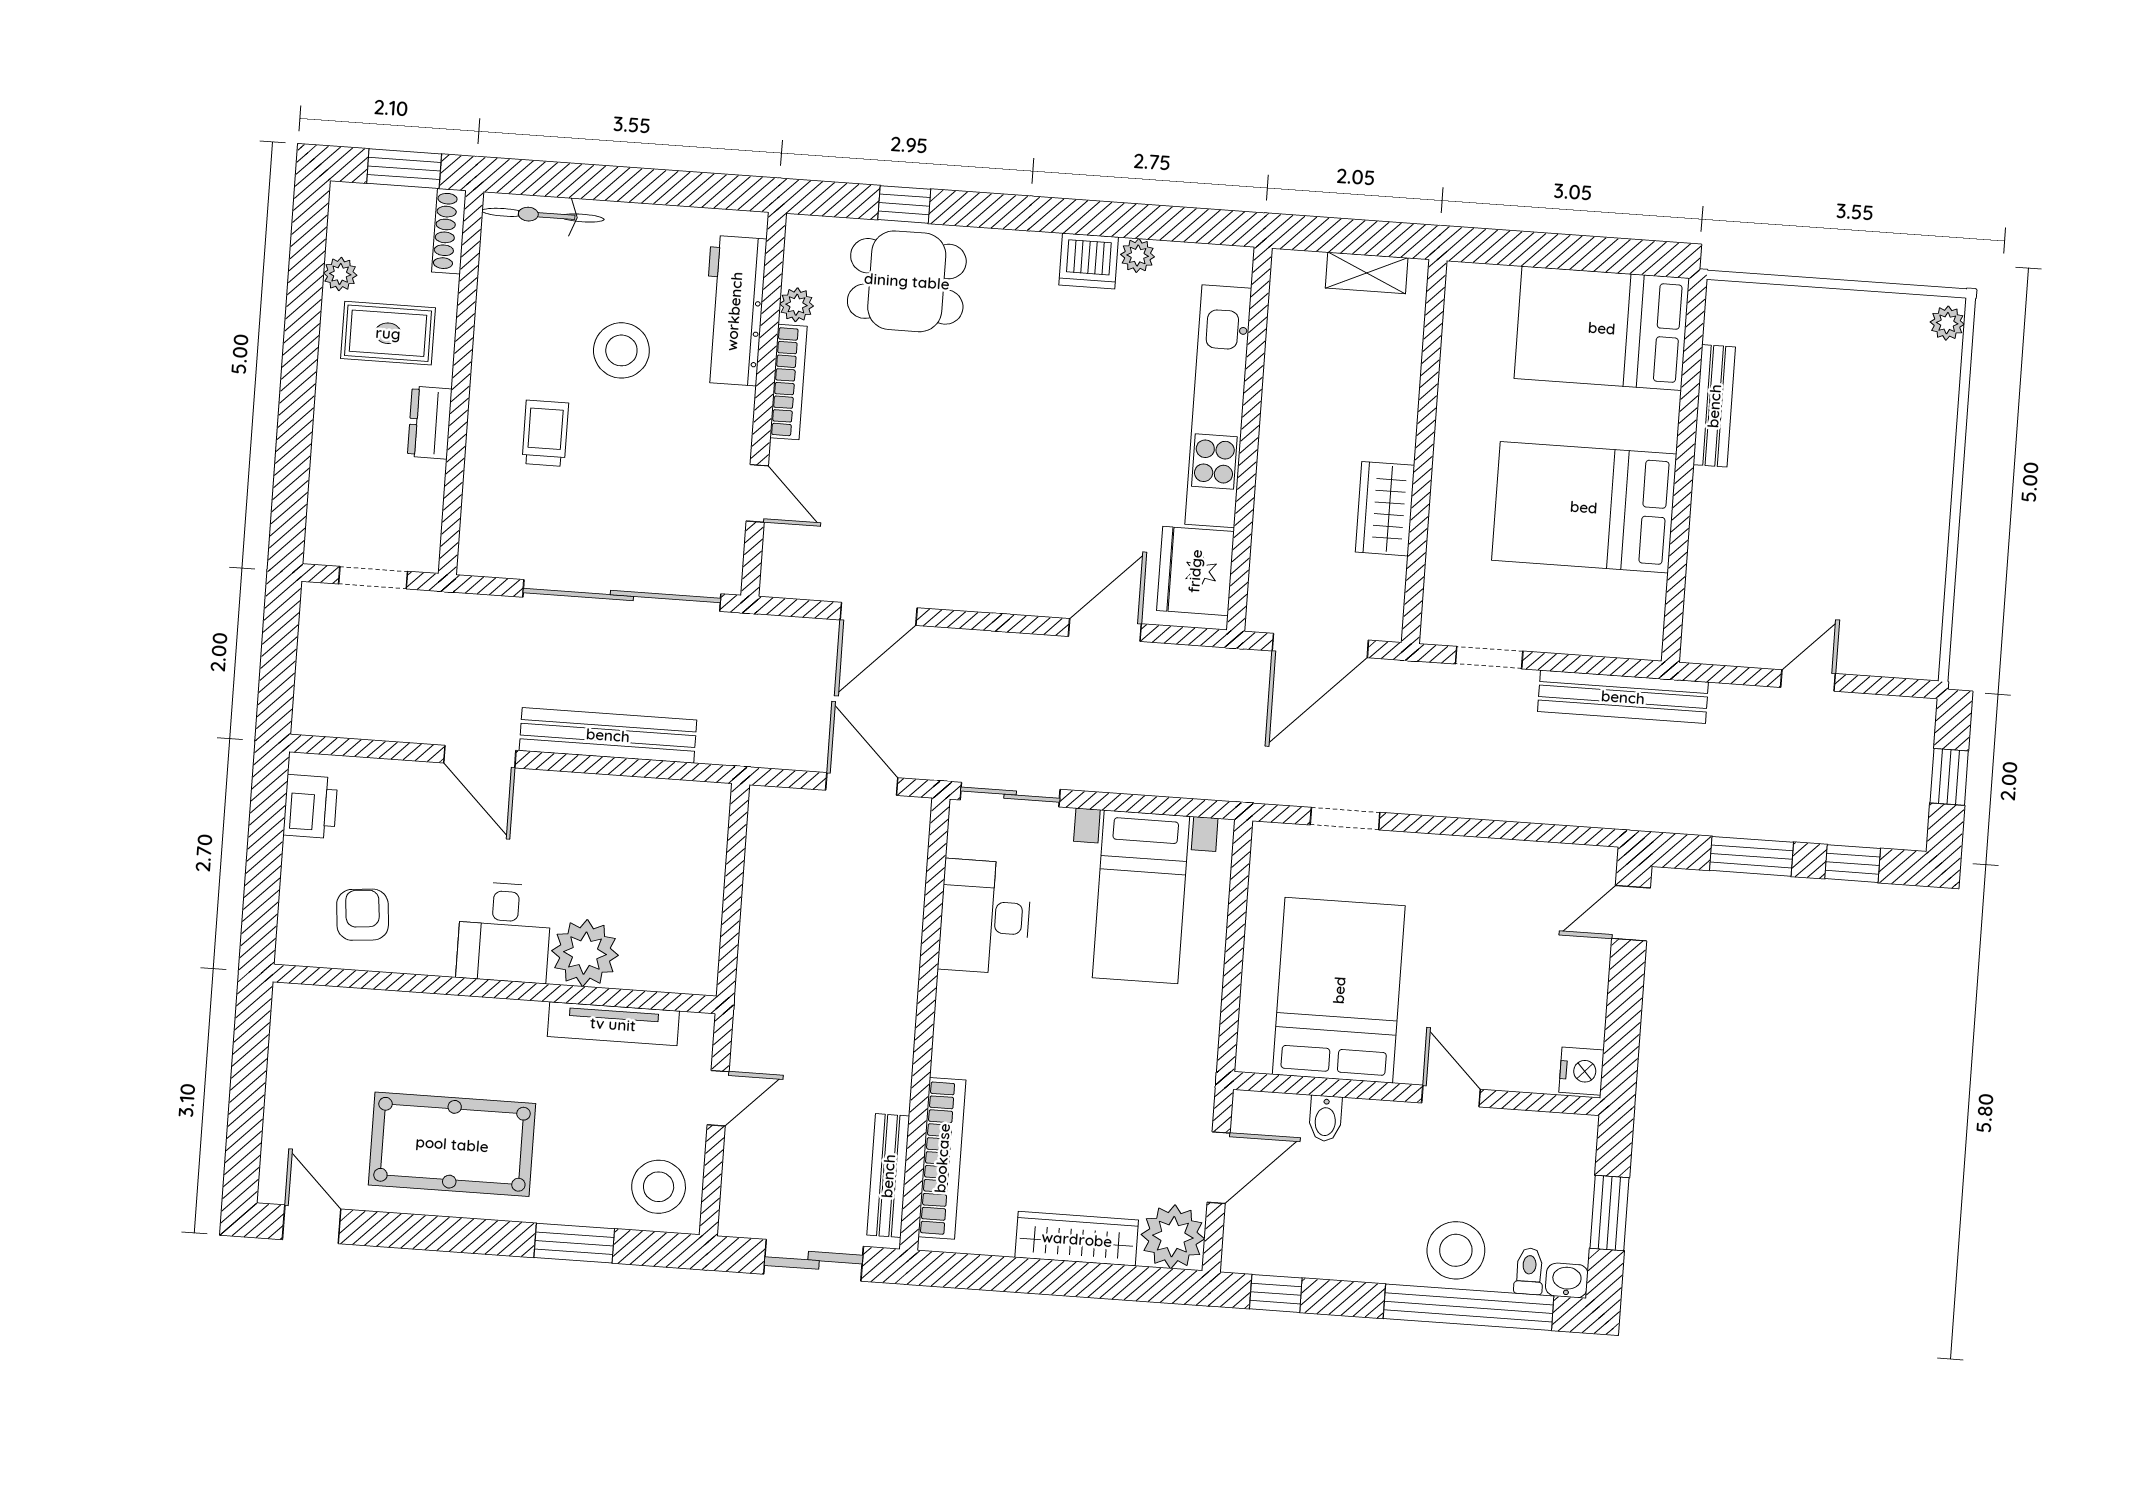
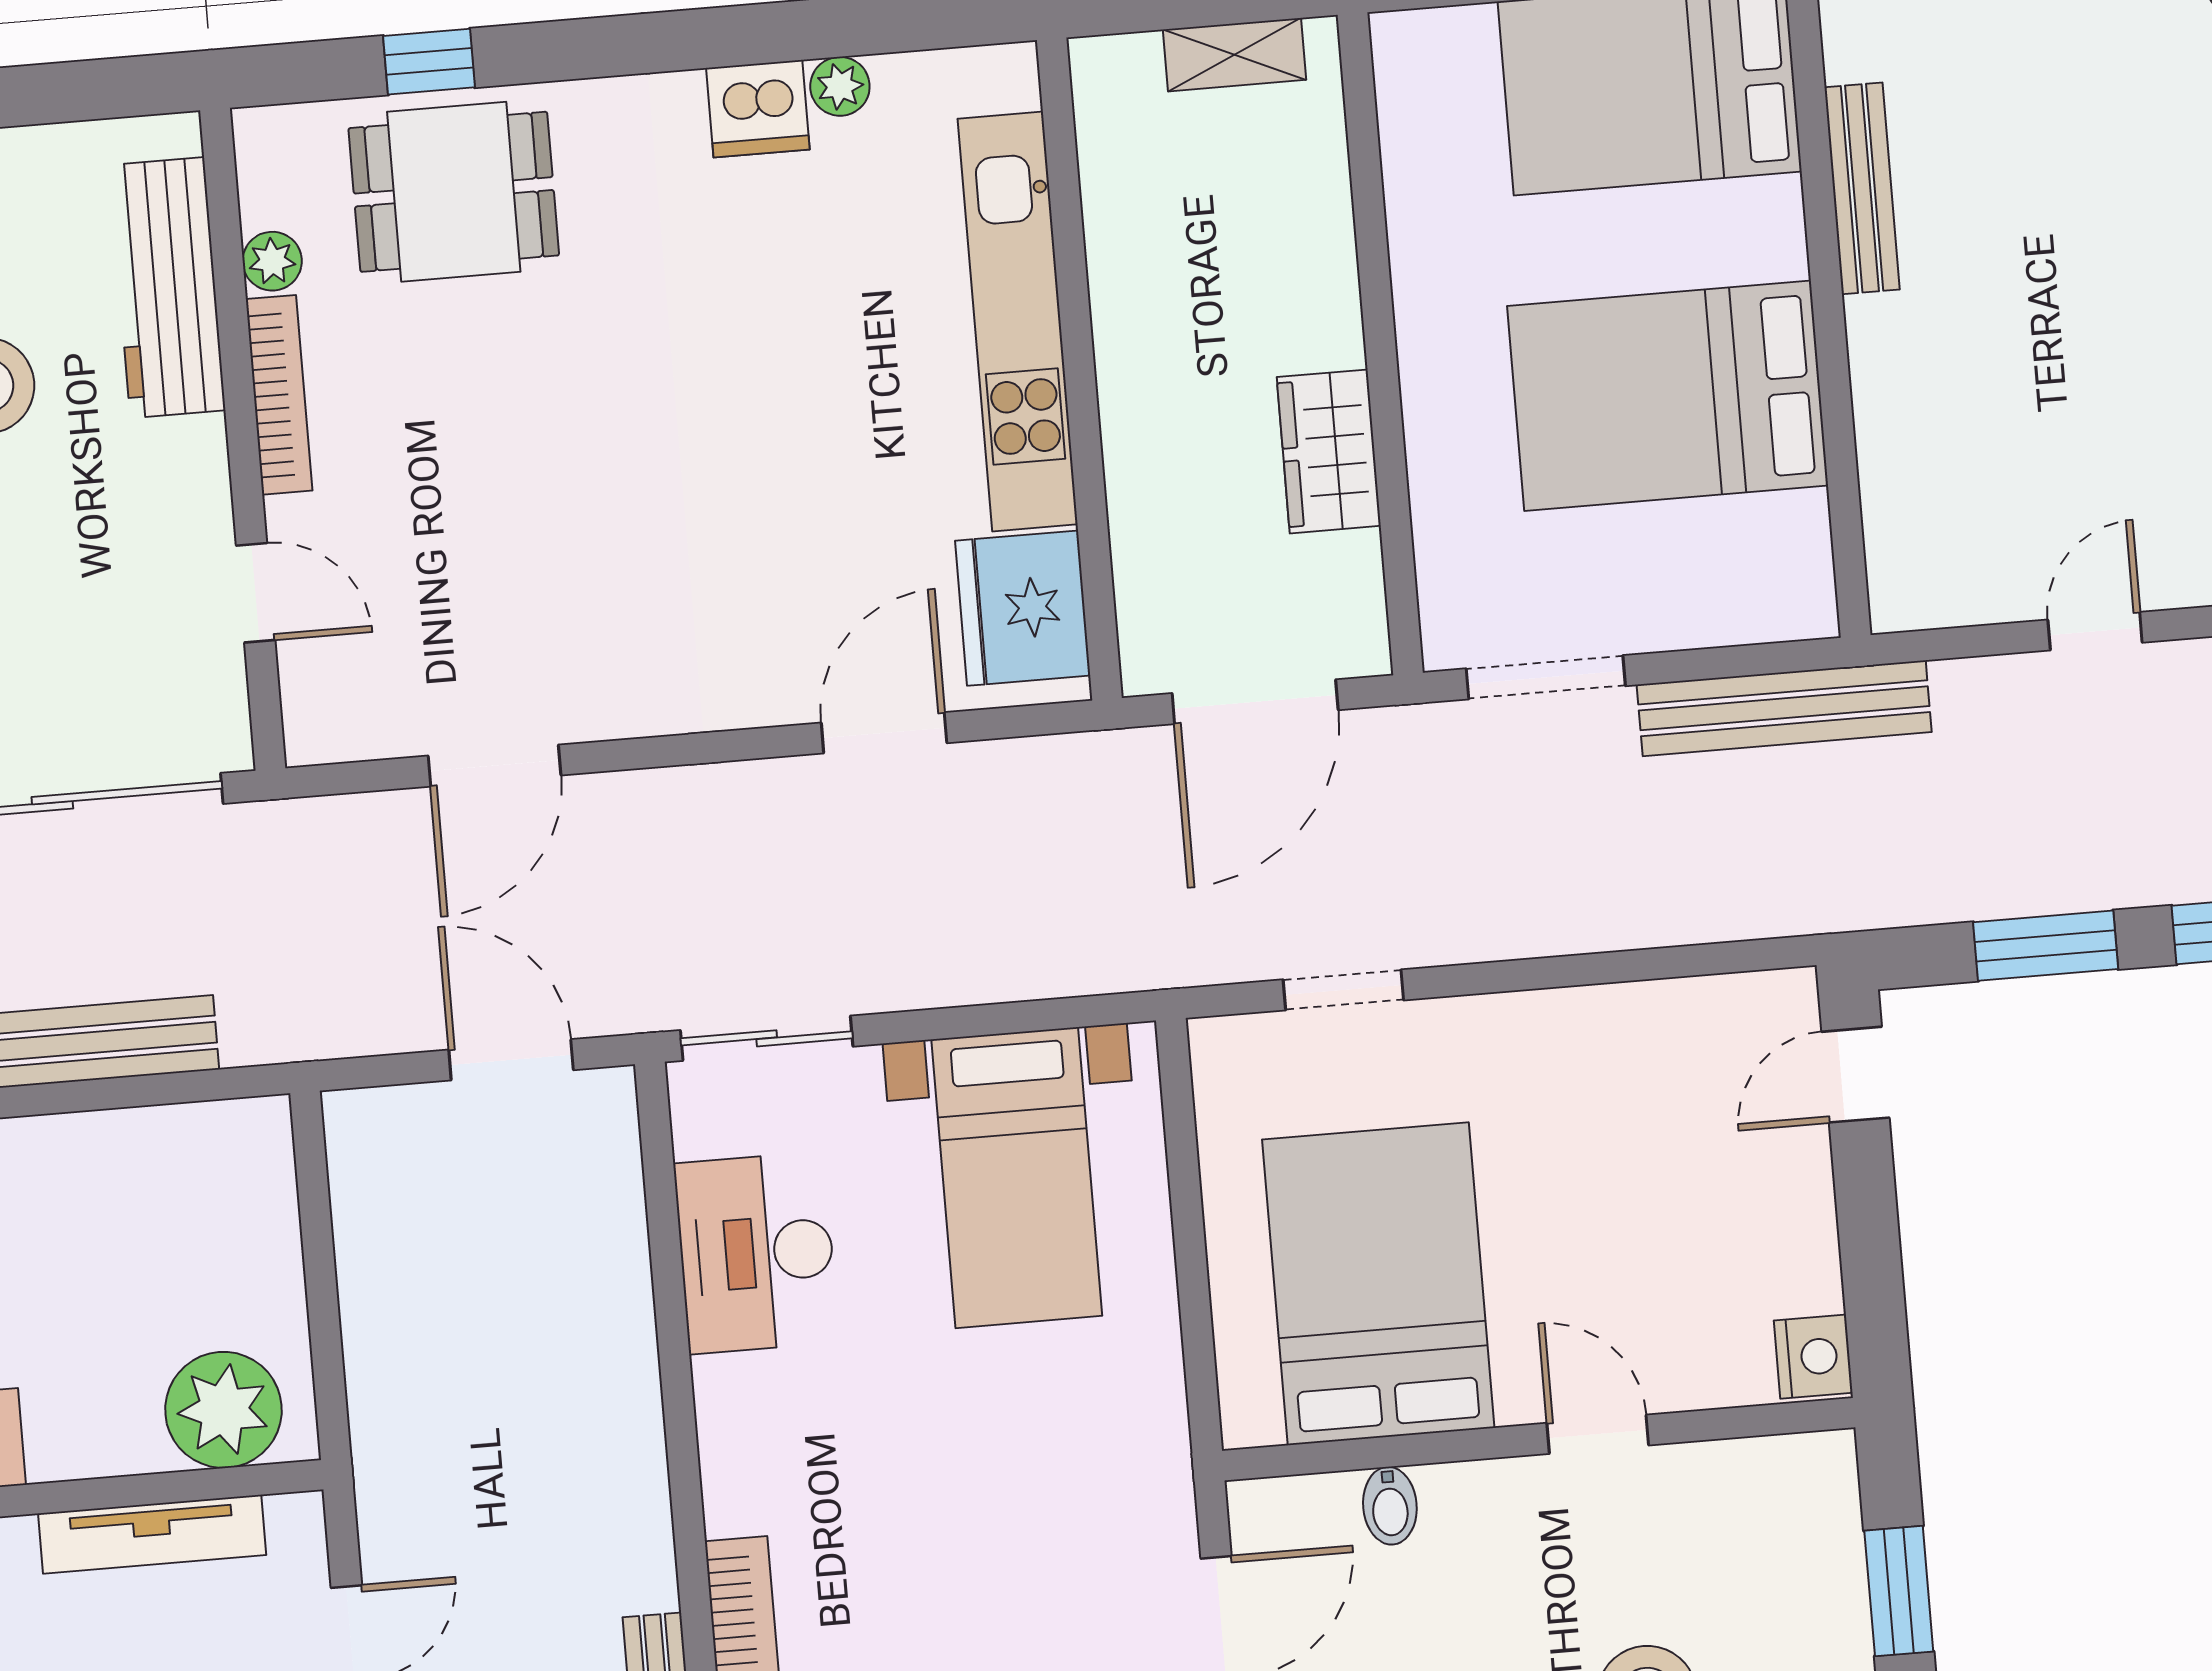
doorway: (1489, 658) -> (1546, 677), width x1.38
plant: (585, 953) -> (223, 1410), moved

